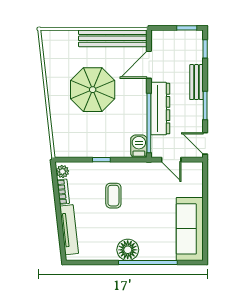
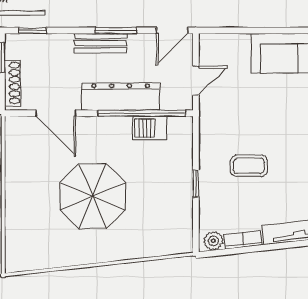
shoe rack: (169, 35) -> (12, 83), added
bench: (113, 38) -> (17, 167), removed
bench: (196, 82) -> (101, 43), moved
barbecue: (139, 146) -> (150, 128), moved

